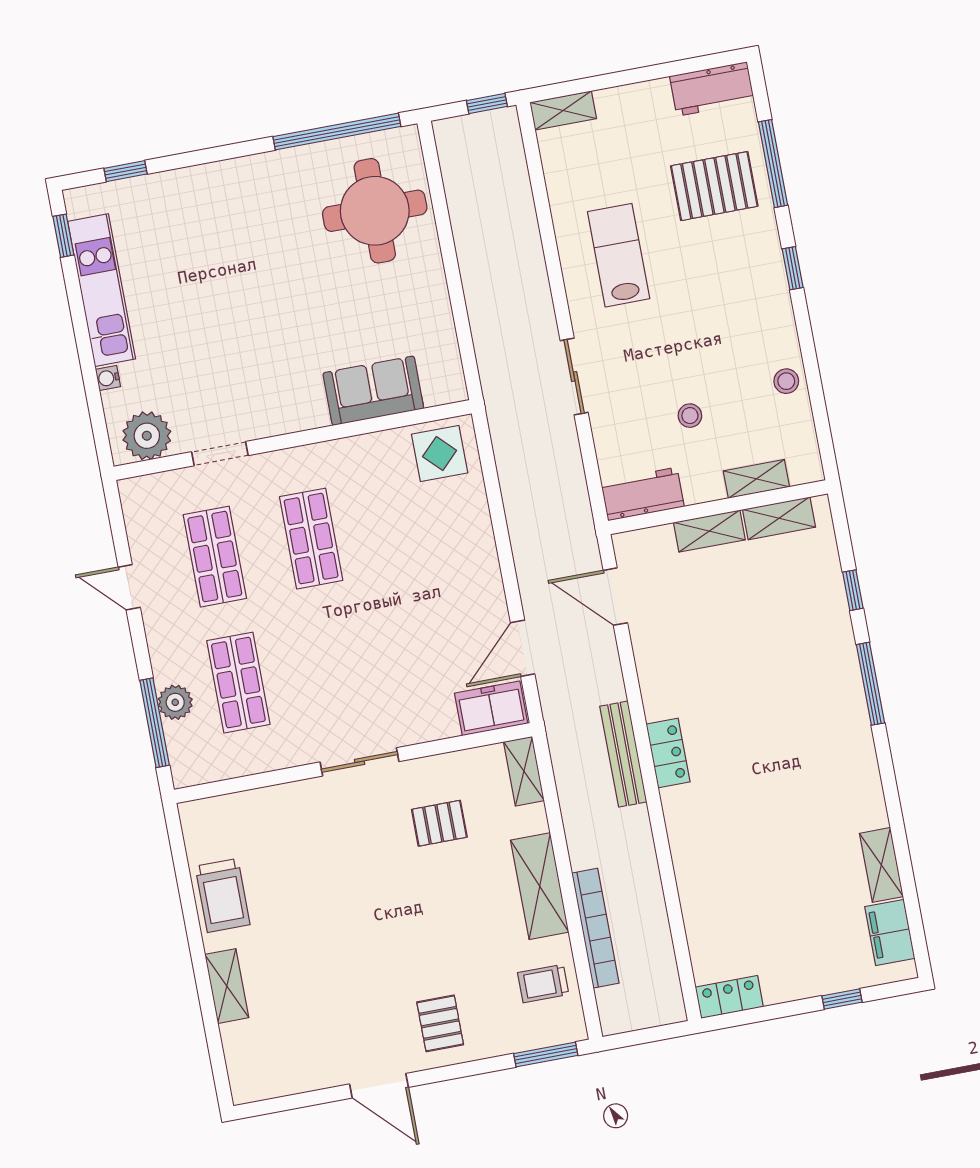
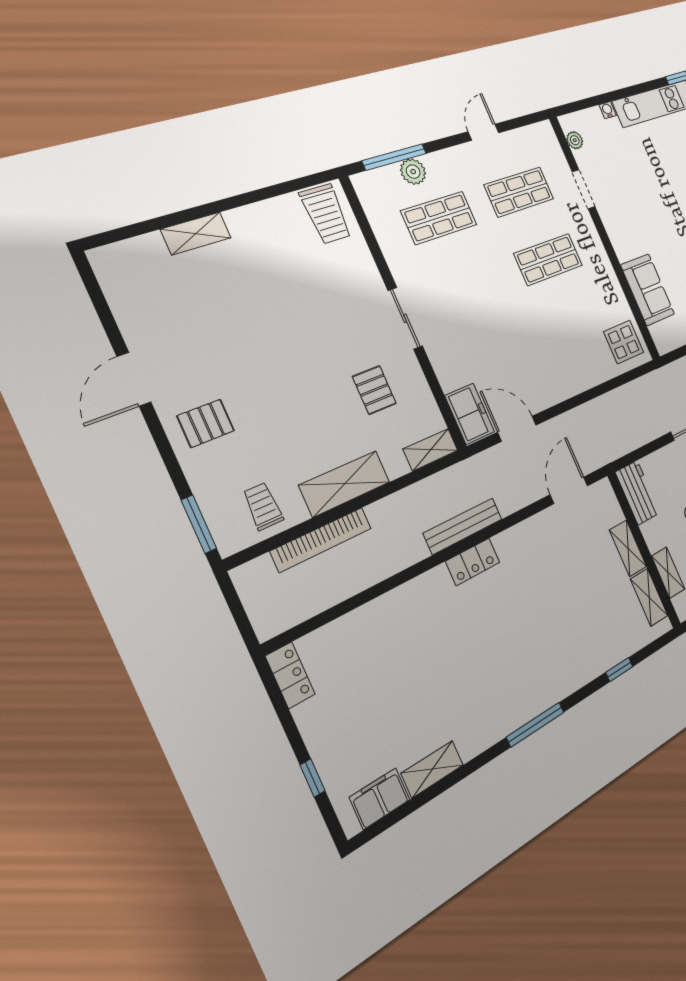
plant: (147, 436) -> (575, 140), width x0.53, depth x0.53
window: (870, 684) -> (535, 725), moved
trolley: (223, 895) -> (326, 214), moved, turned -90

